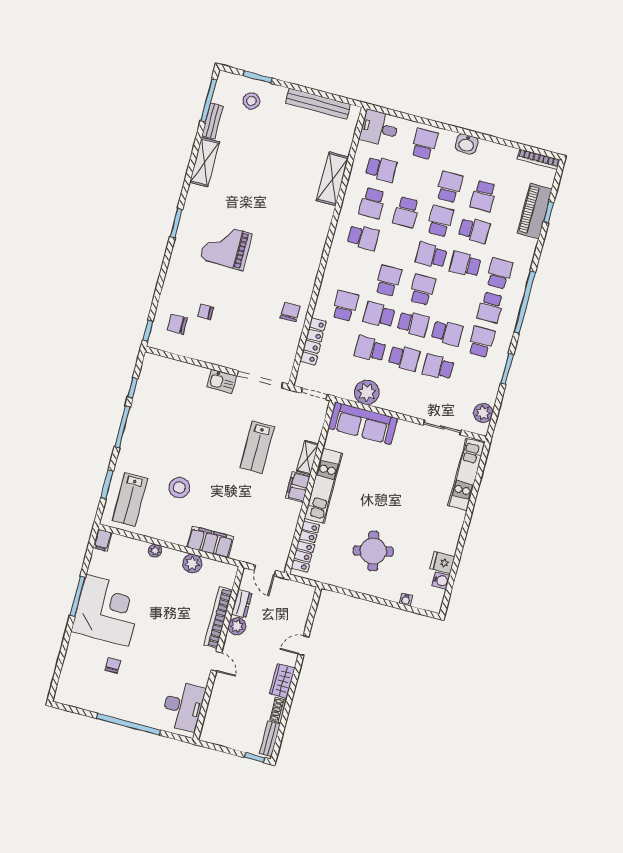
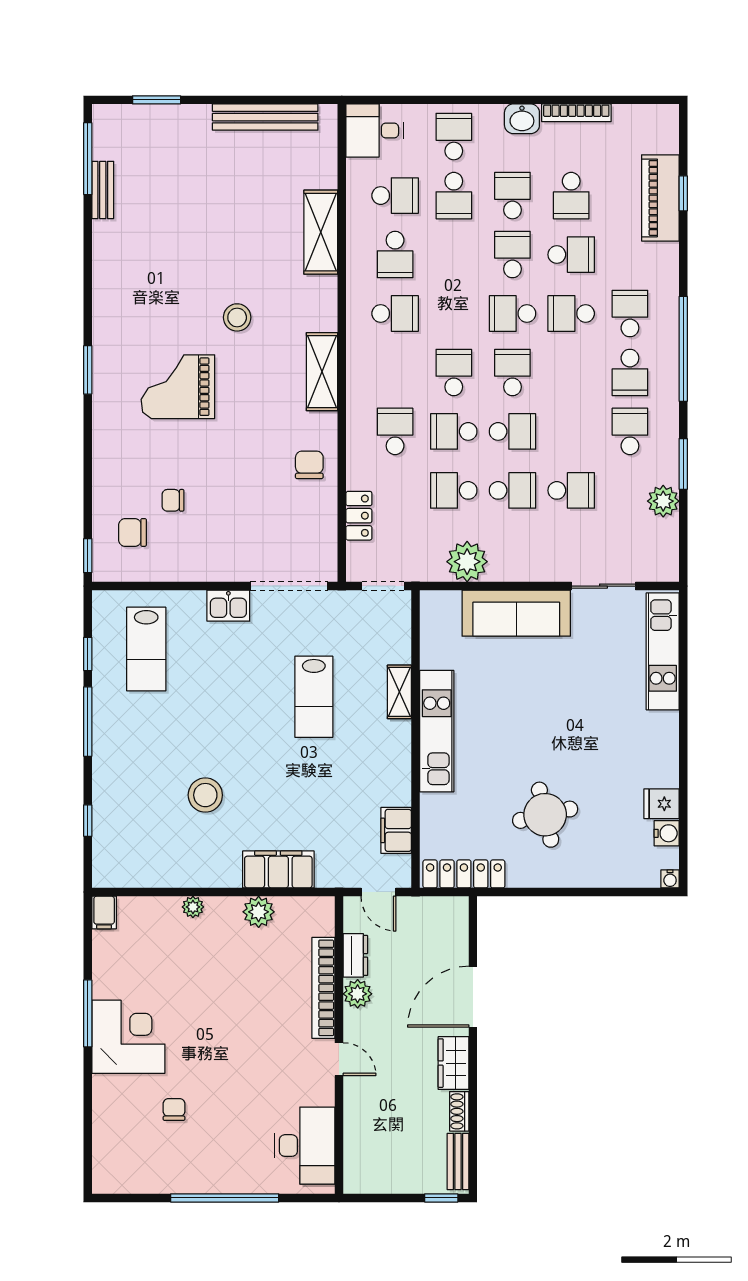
stool: (251, 101) -> (237, 317), moved
bookcase: (538, 159) -> (576, 113), moved
shelving: (205, 162) -> (322, 372), moved
school desk: (406, 212) -> (454, 196), moved
school desk: (447, 333) -> (571, 431), removed
locker: (313, 341) -> (359, 516), width x0.66
school desk: (438, 367) -> (571, 490), turned 180
plant: (483, 413) -> (663, 501), moved
sofa: (363, 423) -> (516, 613), moved
window: (107, 484) -> (88, 821), width x0.67
filing cabinet: (298, 487) -> (396, 830), moved
lab bench: (130, 500) -> (146, 649), moved
locker: (305, 546) -> (464, 874), moved, turned -90
water cooler: (406, 599) -> (670, 879), moved
corner desk: (107, 610) -> (128, 1037), width x0.74, depth x0.74
door: (304, 646) -> (473, 997), width x1.87

